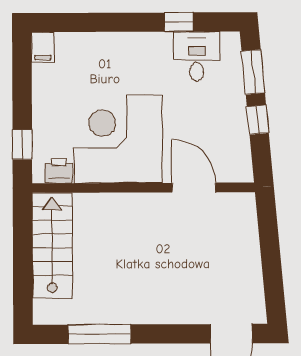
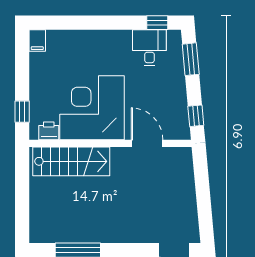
window: (179, 22) -> (157, 23), moved
window: (258, 120) -> (196, 116), moved
stairs: (52, 246) -> (71, 161), moved, turned 90

